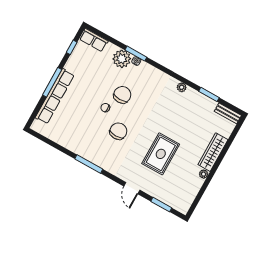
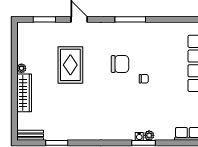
plant: (122, 59) -> (149, 135), width x0.53, depth x0.53
plant: (182, 87) -> (85, 136), removed
chair: (122, 95) -> (135, 99), removed
chair: (118, 131) -> (120, 64), turned -90

